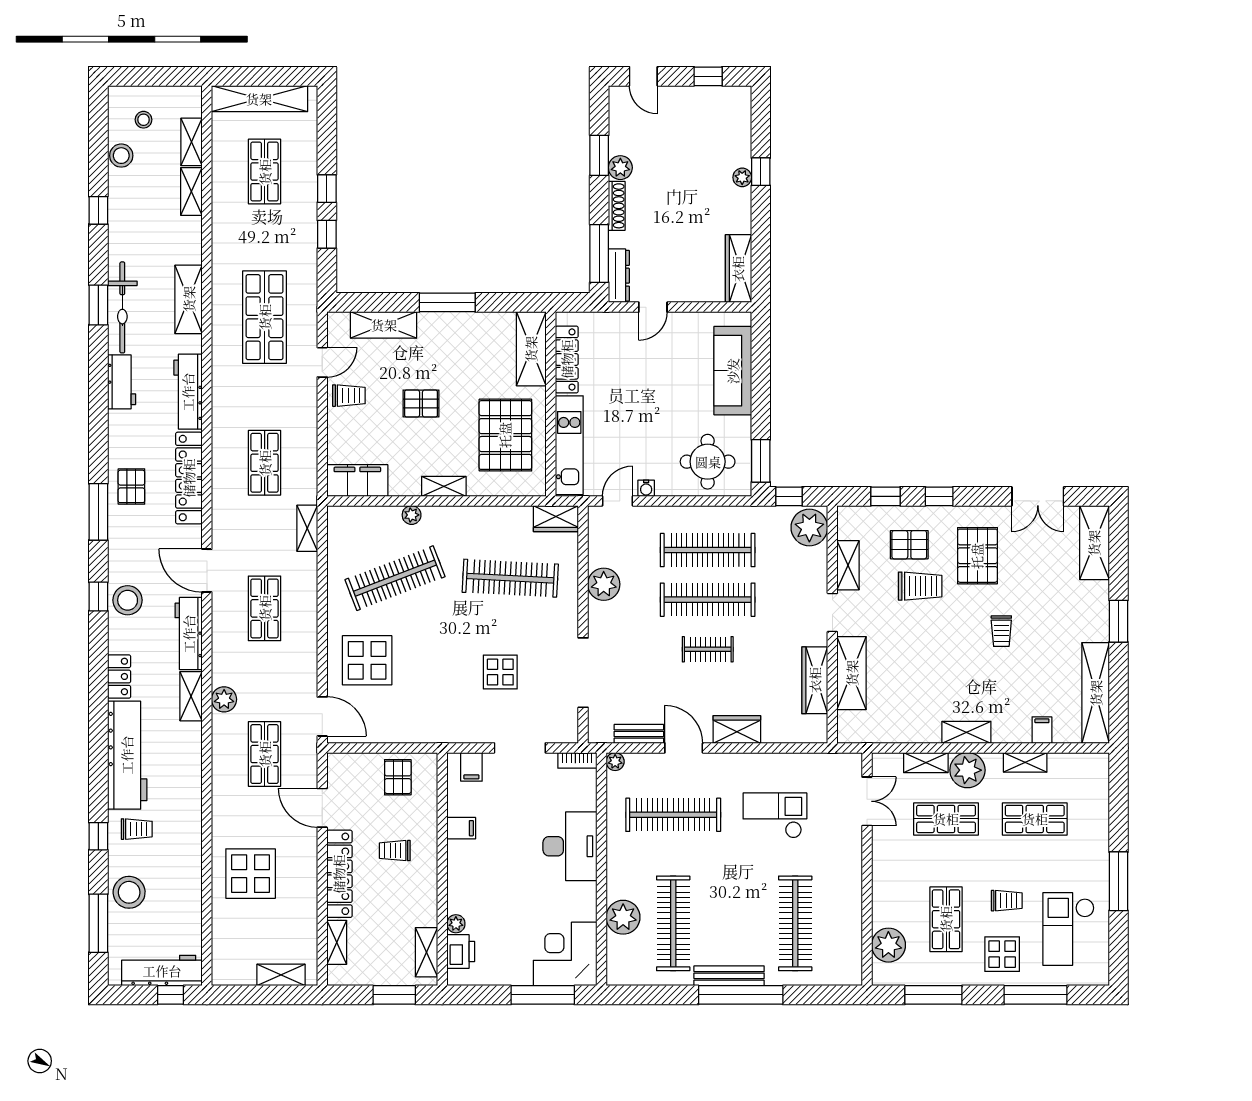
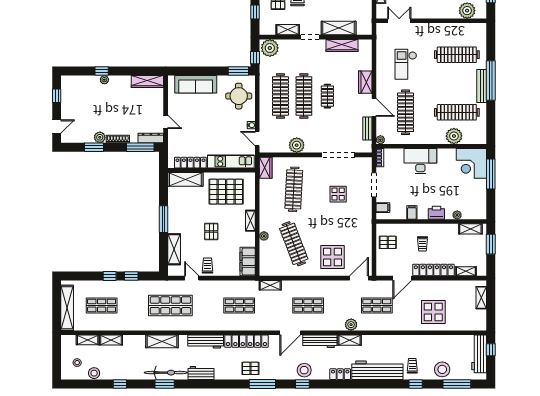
door: (684, 748) -> (374, 107), swing flipped
printer: (461, 951) -> (436, 213), moved

